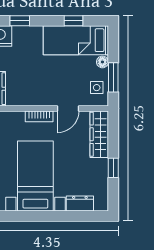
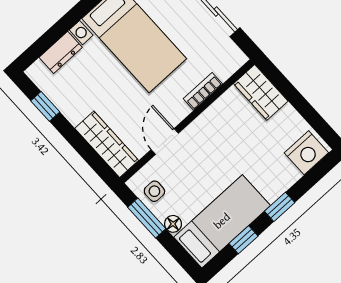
window: (20, 21) -> (280, 207), moved
bookcase: (39, 116) -> (203, 91), moved
window: (113, 168) -> (45, 106), moved

